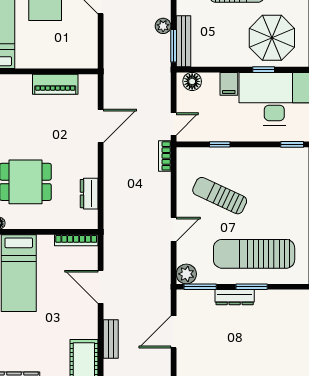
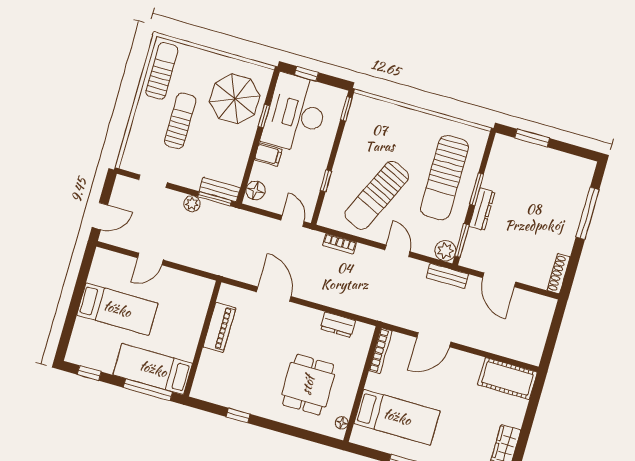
bench: (183, 41) -> (220, 190), width x0.73
bookcase: (165, 156) -> (340, 244), moved
sun lounger: (220, 196) -> (377, 195), width x1.36, depth x1.34
bench: (111, 339) -> (447, 276), moved

